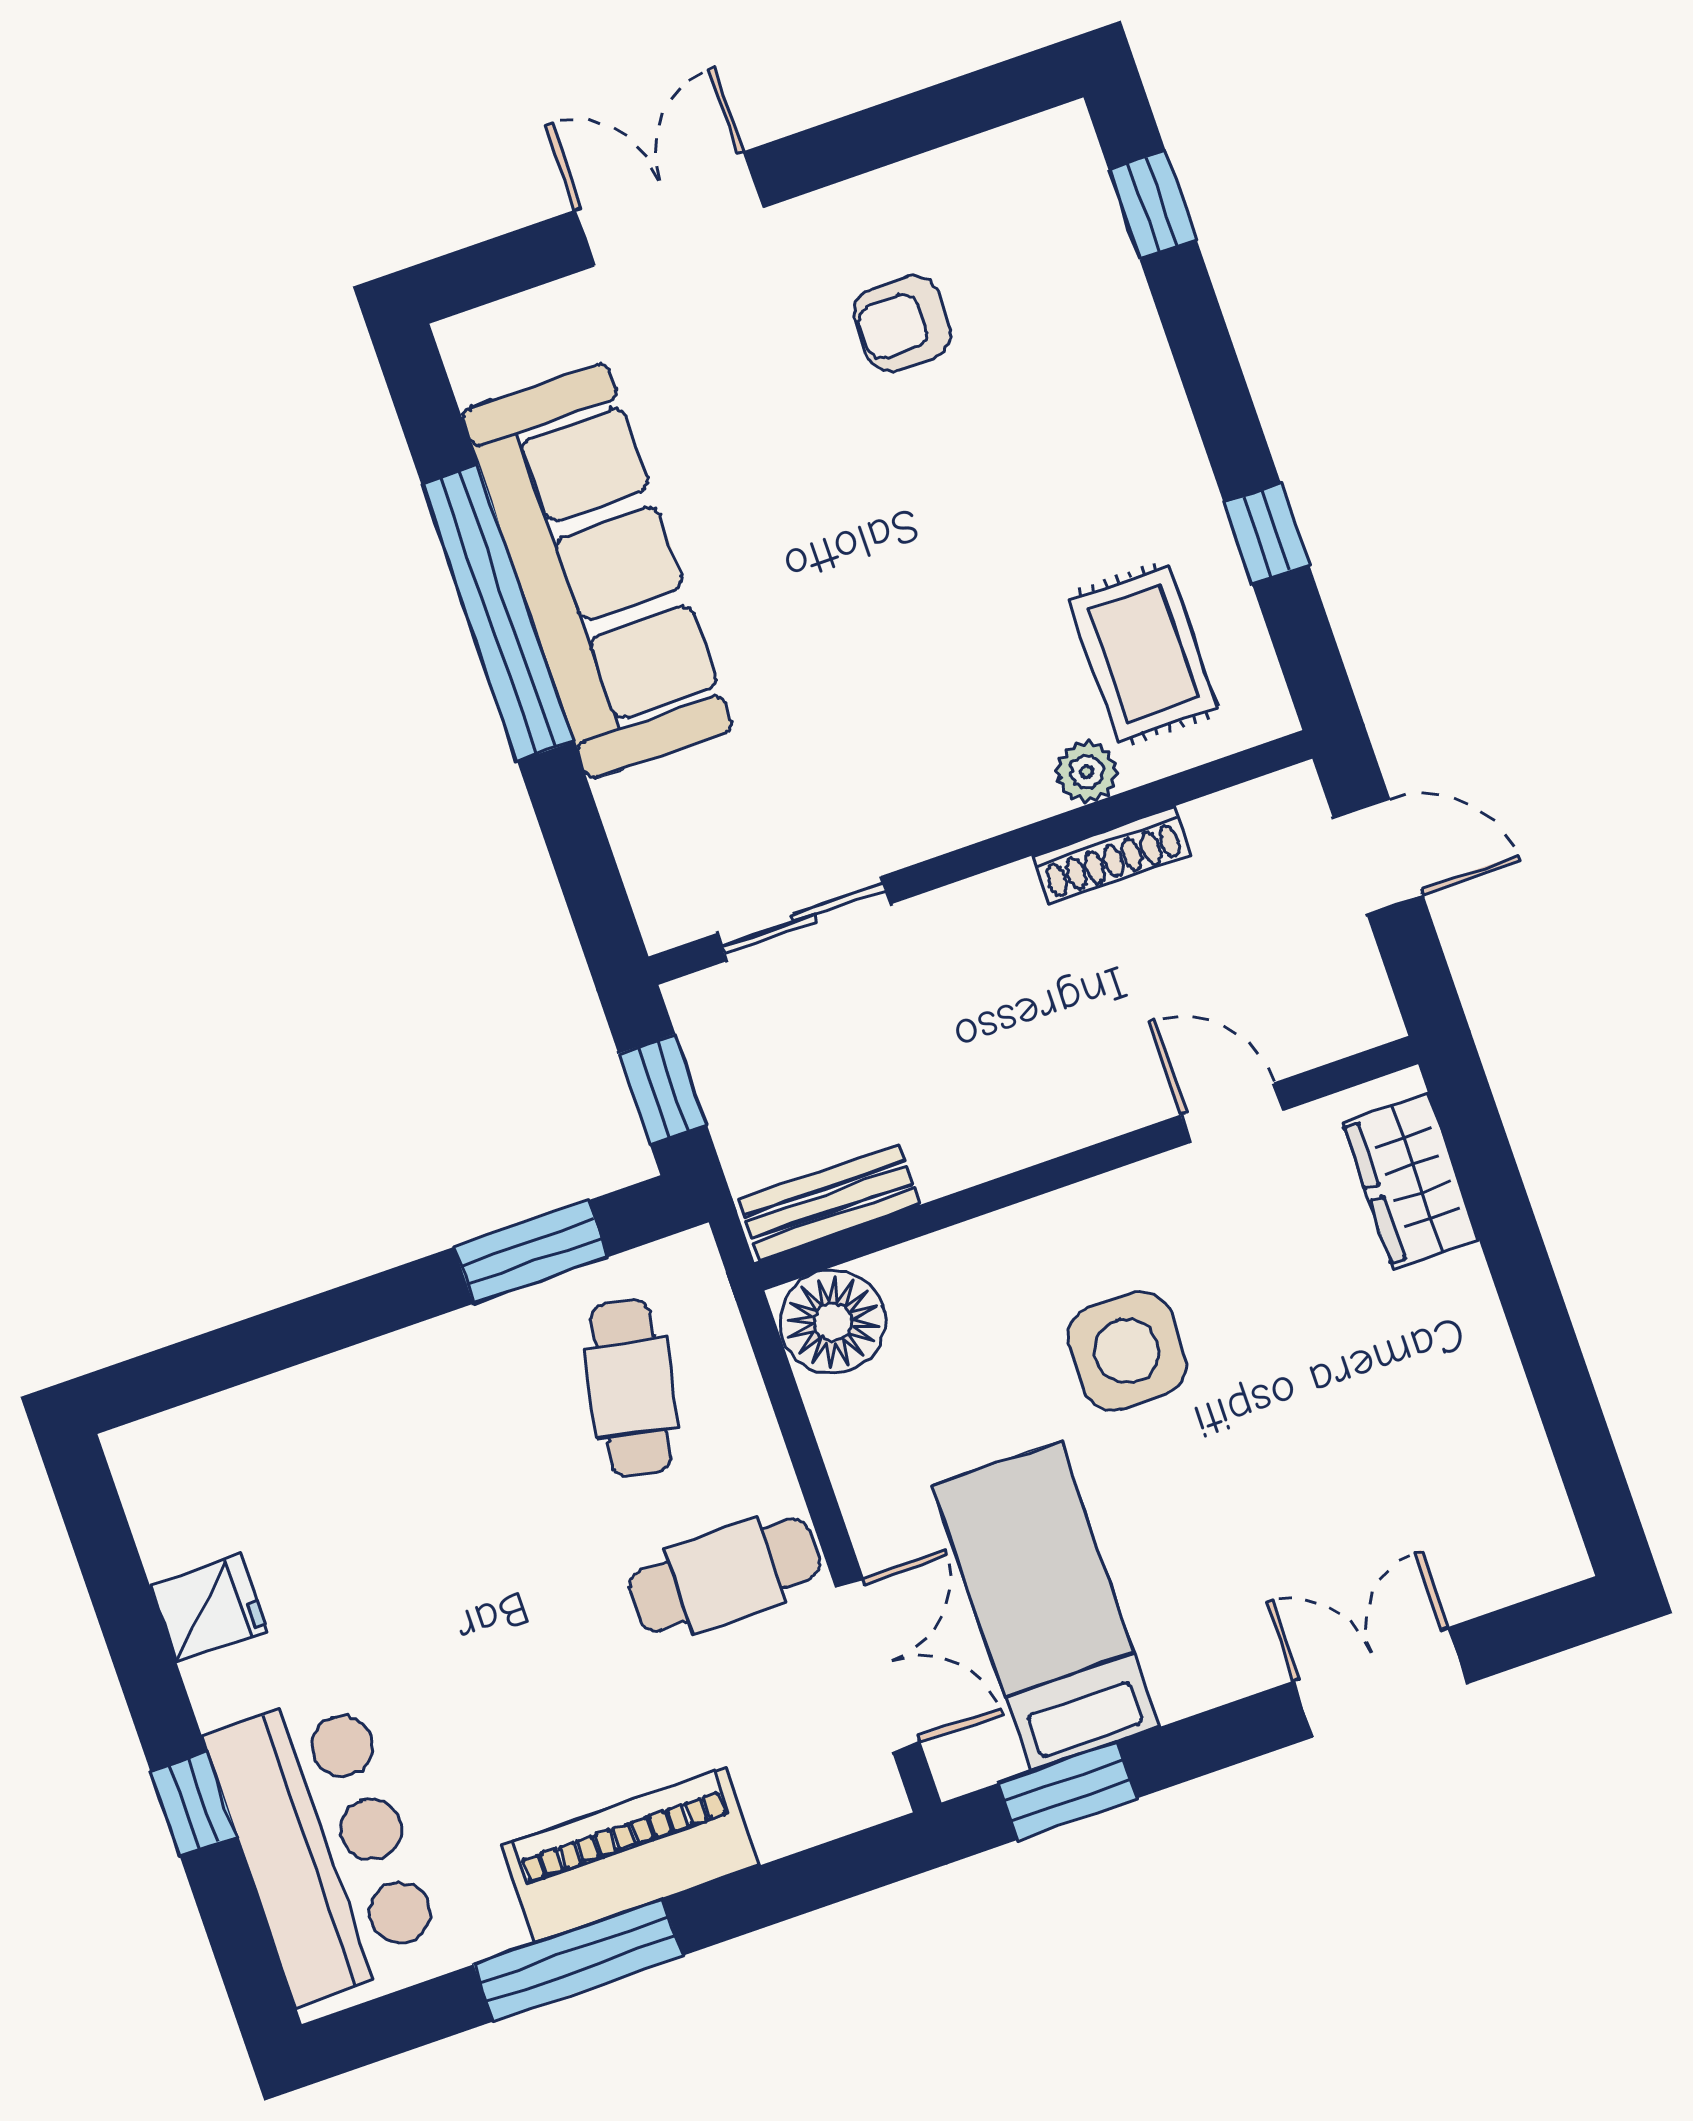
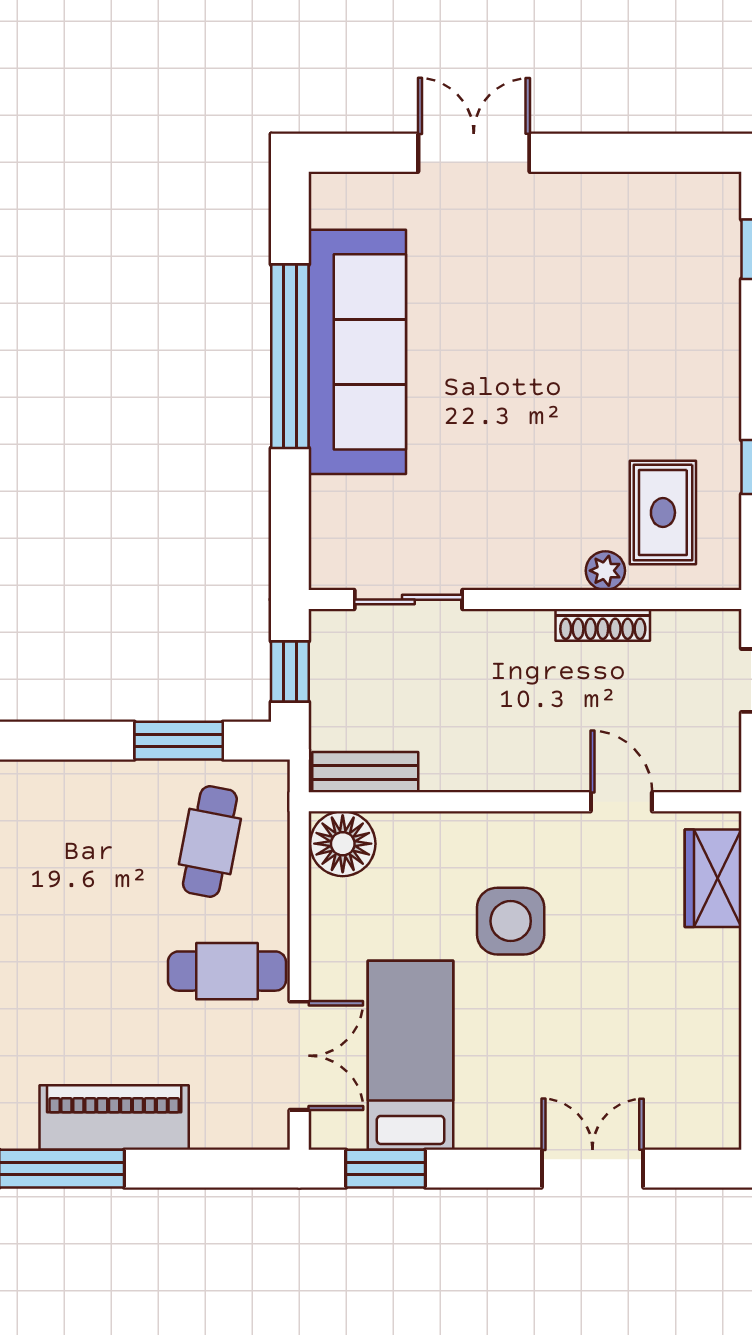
armchair: (902, 323) -> (588, 268), removed

